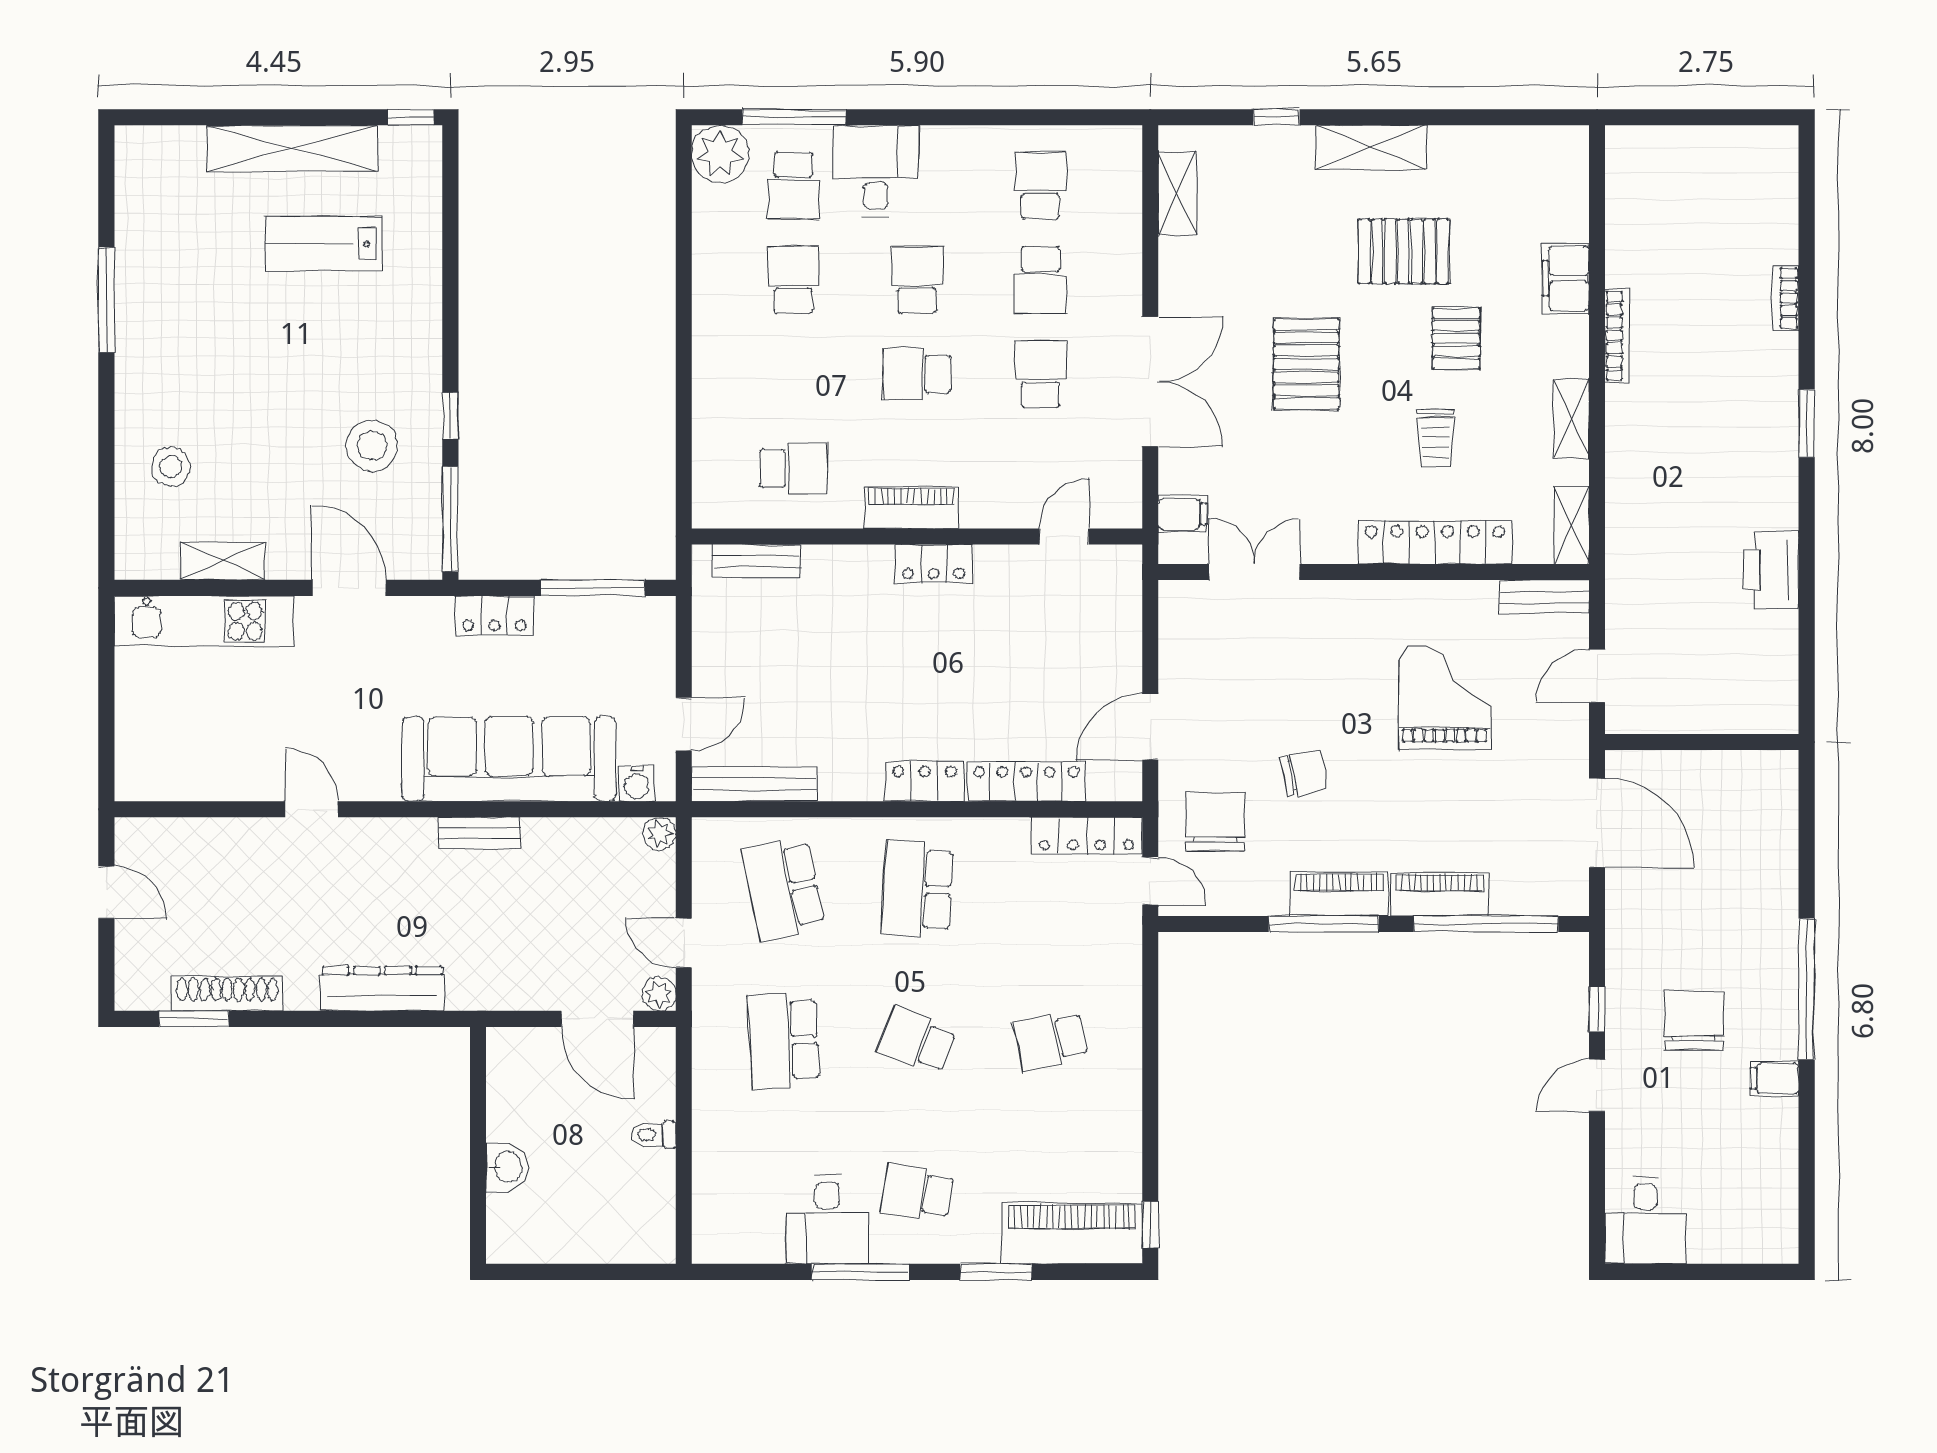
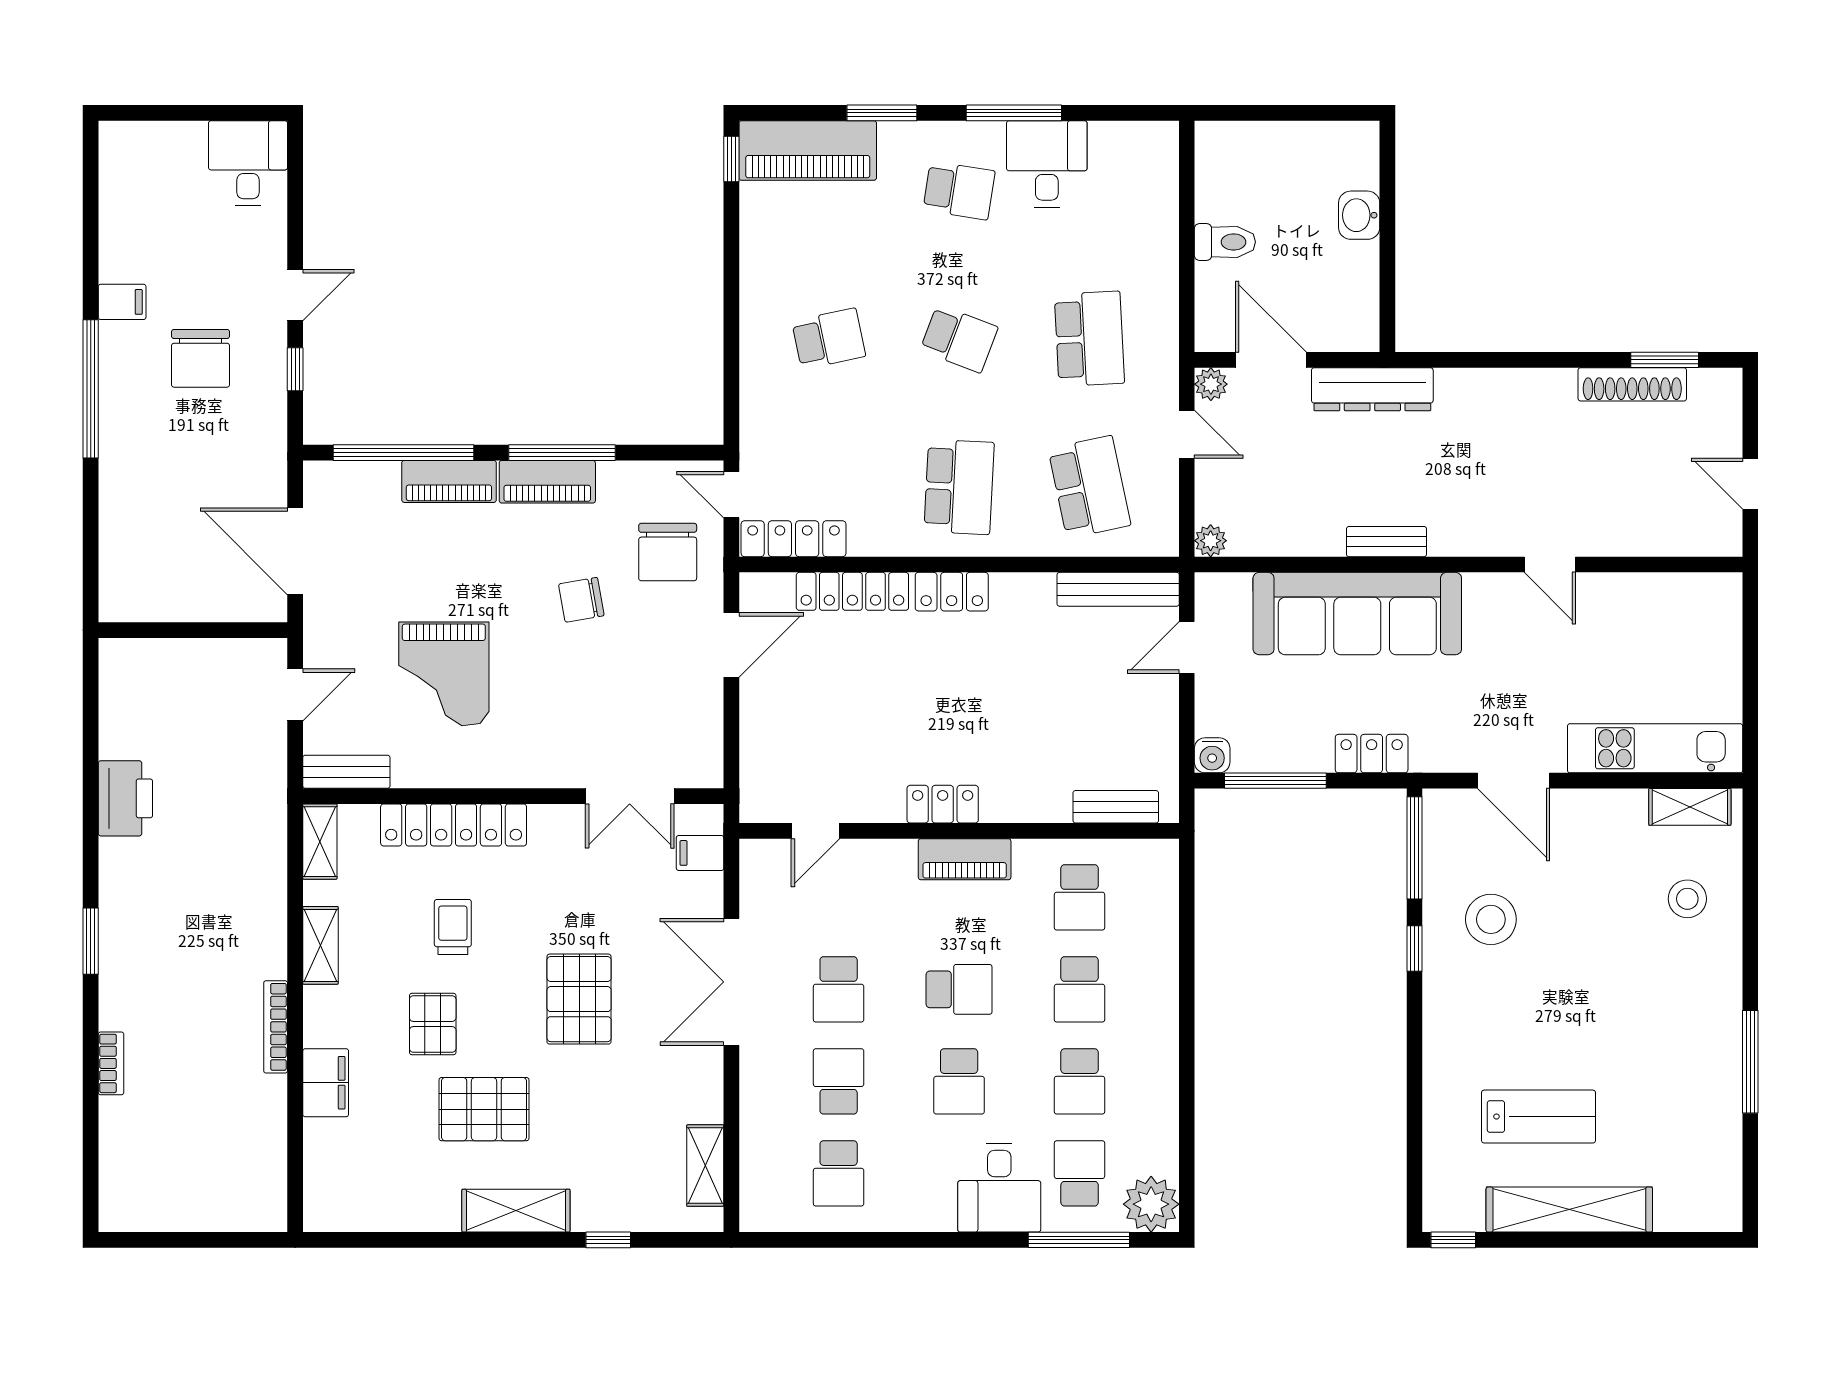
school desk: (794, 374) -> (1080, 989), added
school desk: (794, 468) -> (1080, 897), turned -90
shelving: (222, 561) -> (1690, 807), moved
water cooler: (637, 783) -> (1212, 755), moved, turned 180
dresser: (382, 989) -> (1372, 389), moved
toilet: (653, 1135) -> (1225, 242), width x1.37, depth x1.39

